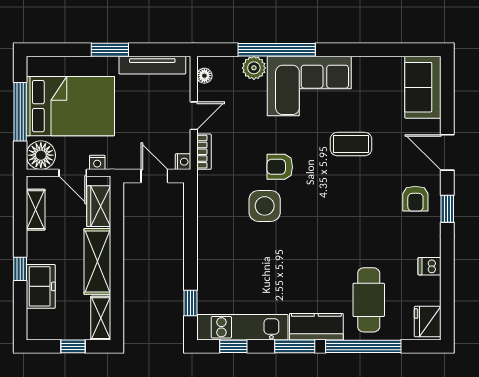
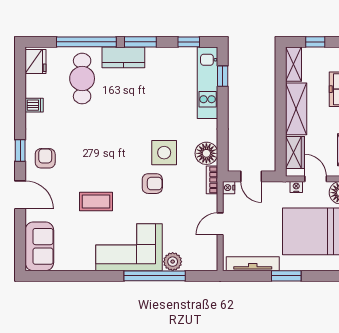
floor lamp: (204, 76) -> (206, 153), moved, width x1.89, depth x1.89
bookcase: (204, 152) -> (212, 180), moved
kitchen unit: (242, 327) -> (208, 83), moved, turned 90

